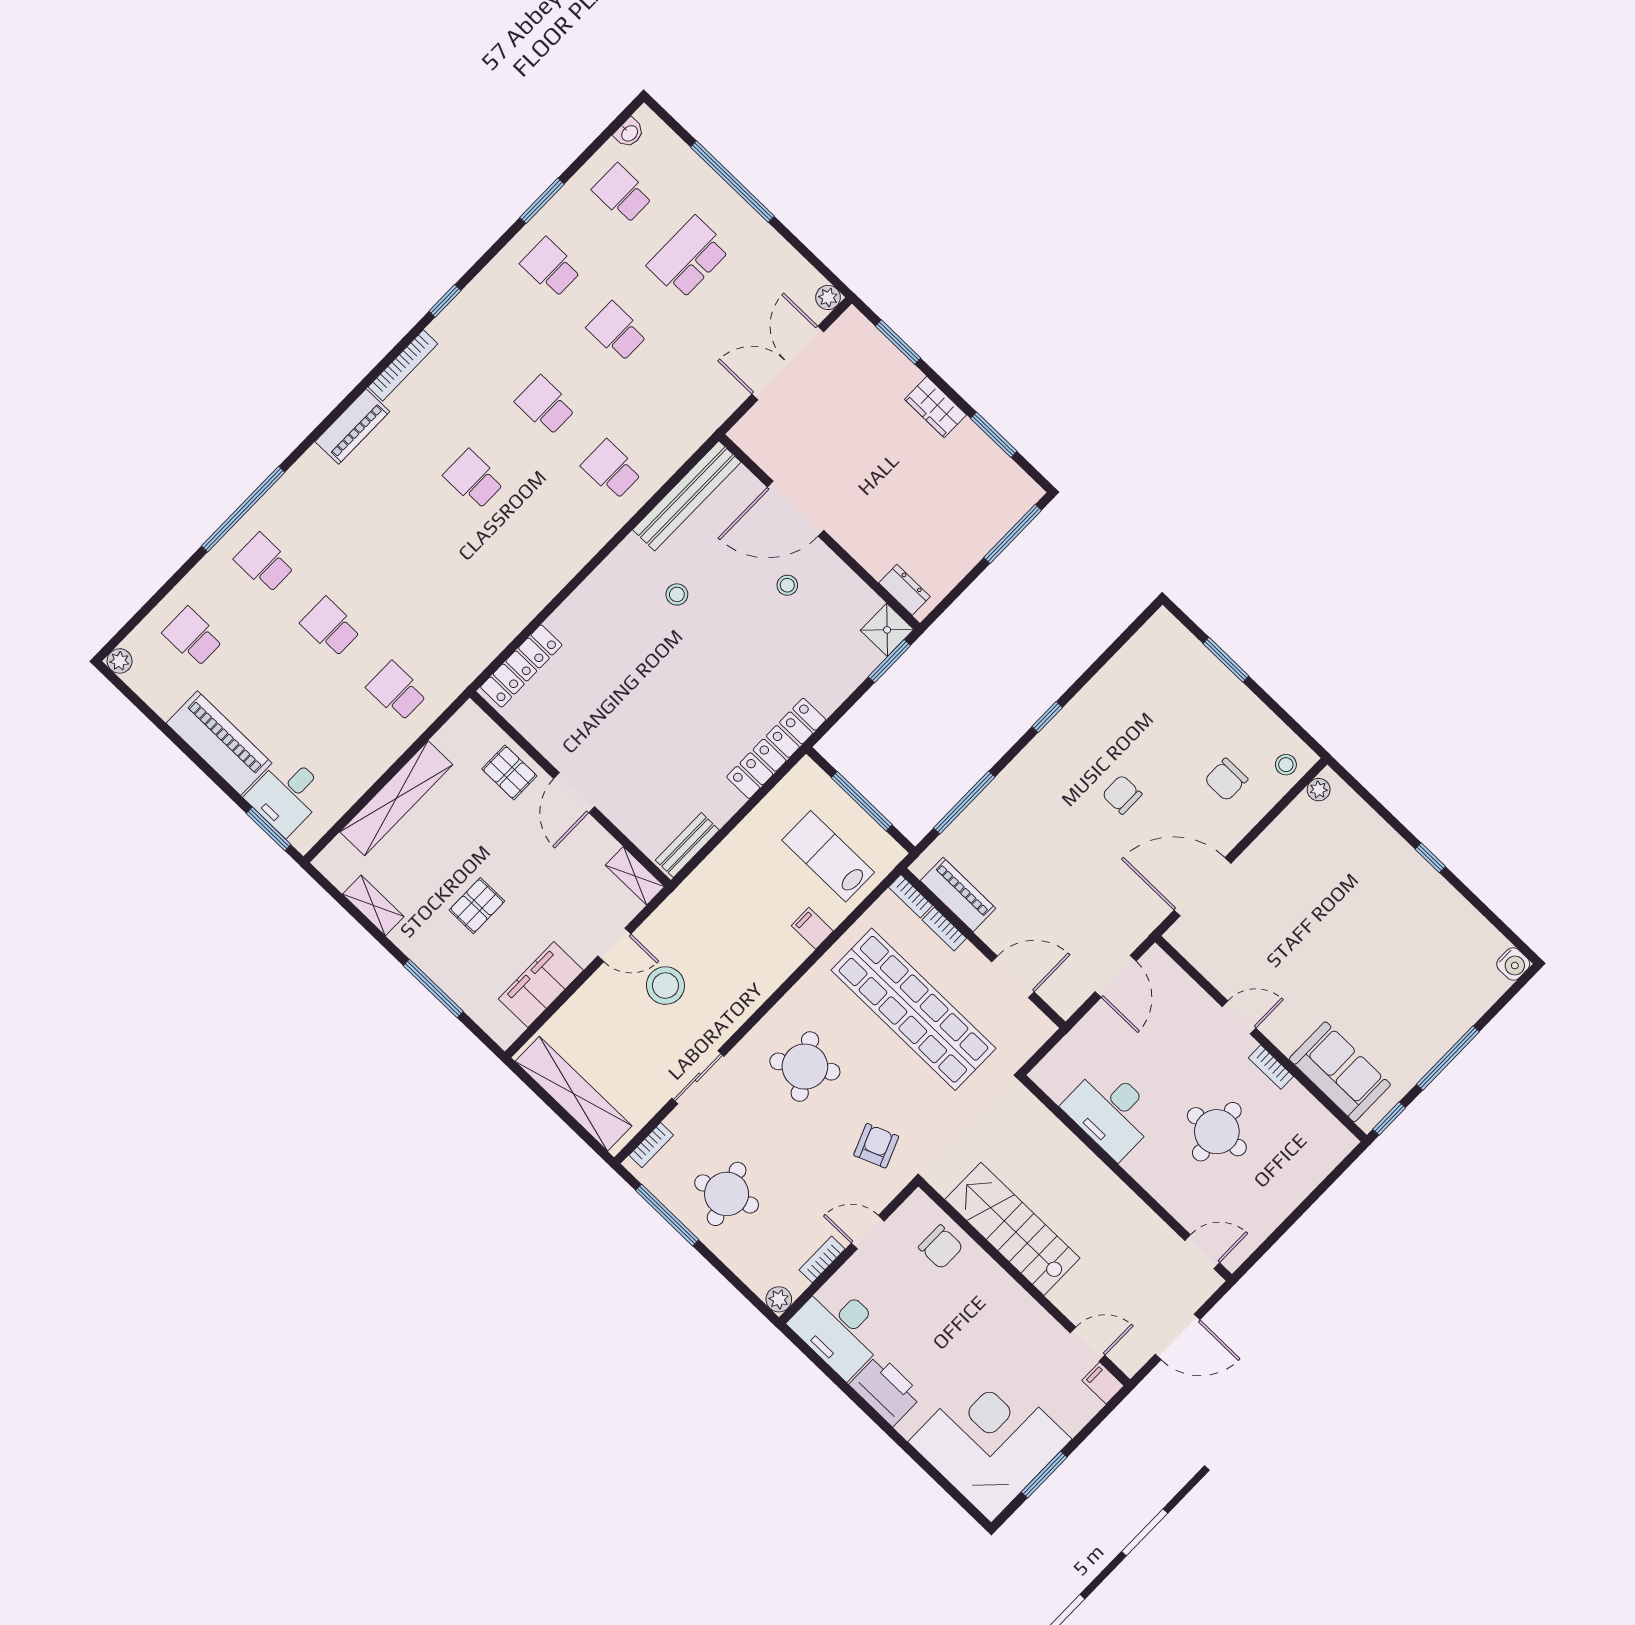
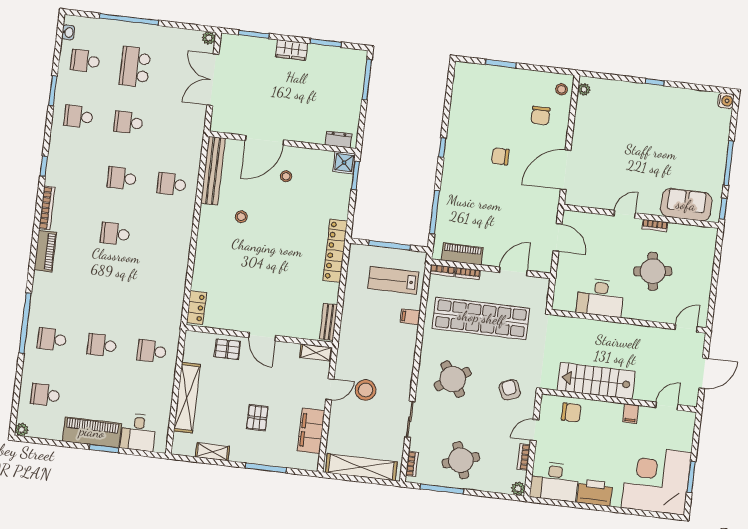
locker: (521, 666) -> (196, 308), width x0.66
window: (269, 829) -> (104, 449), moved
filing cabinet: (1103, 1383) -> (631, 414), moved, turned -90

